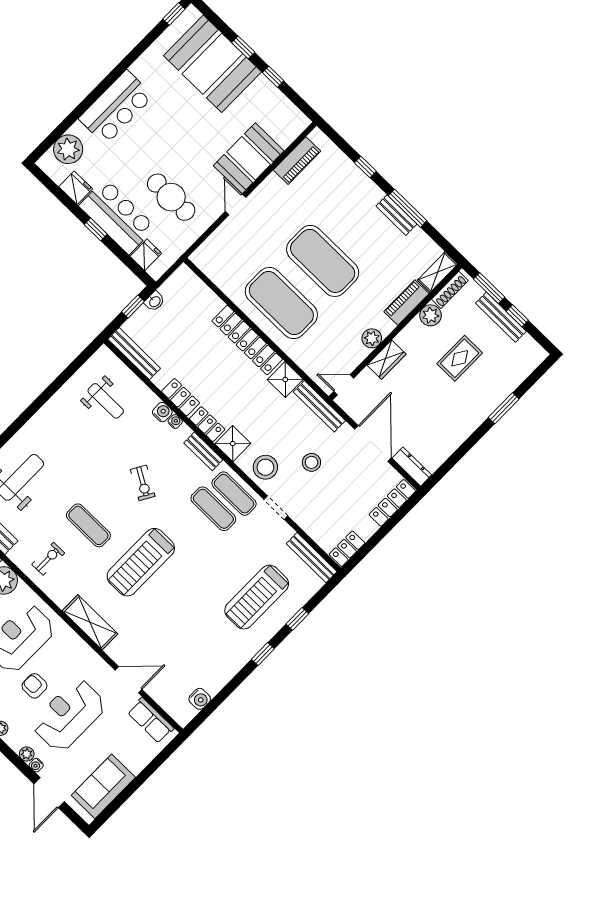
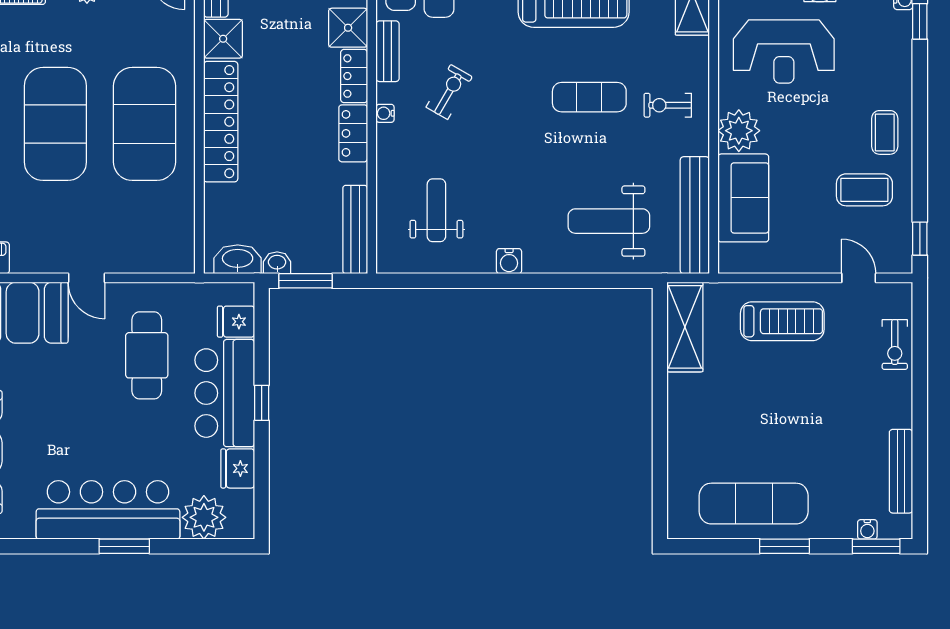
window: (91, 98) -> (124, 546), added
bar counter: (116, 107) -> (108, 510), width x1.36
door: (236, 204) -> (87, 278), hinge flipped
washbasin: (174, 284) -> (238, 259), added
window: (133, 307) -> (305, 281), width x1.50
water cooler: (162, 412) -> (509, 261), moved, turned -90
exercise bike: (143, 483) -> (449, 92), moved
exercise mat: (88, 525) -> (589, 97), turned 90

